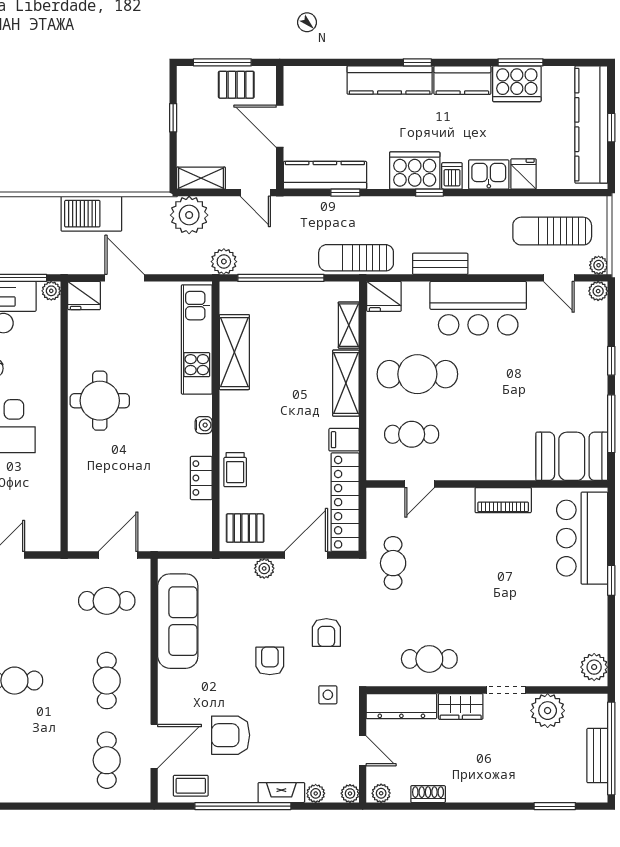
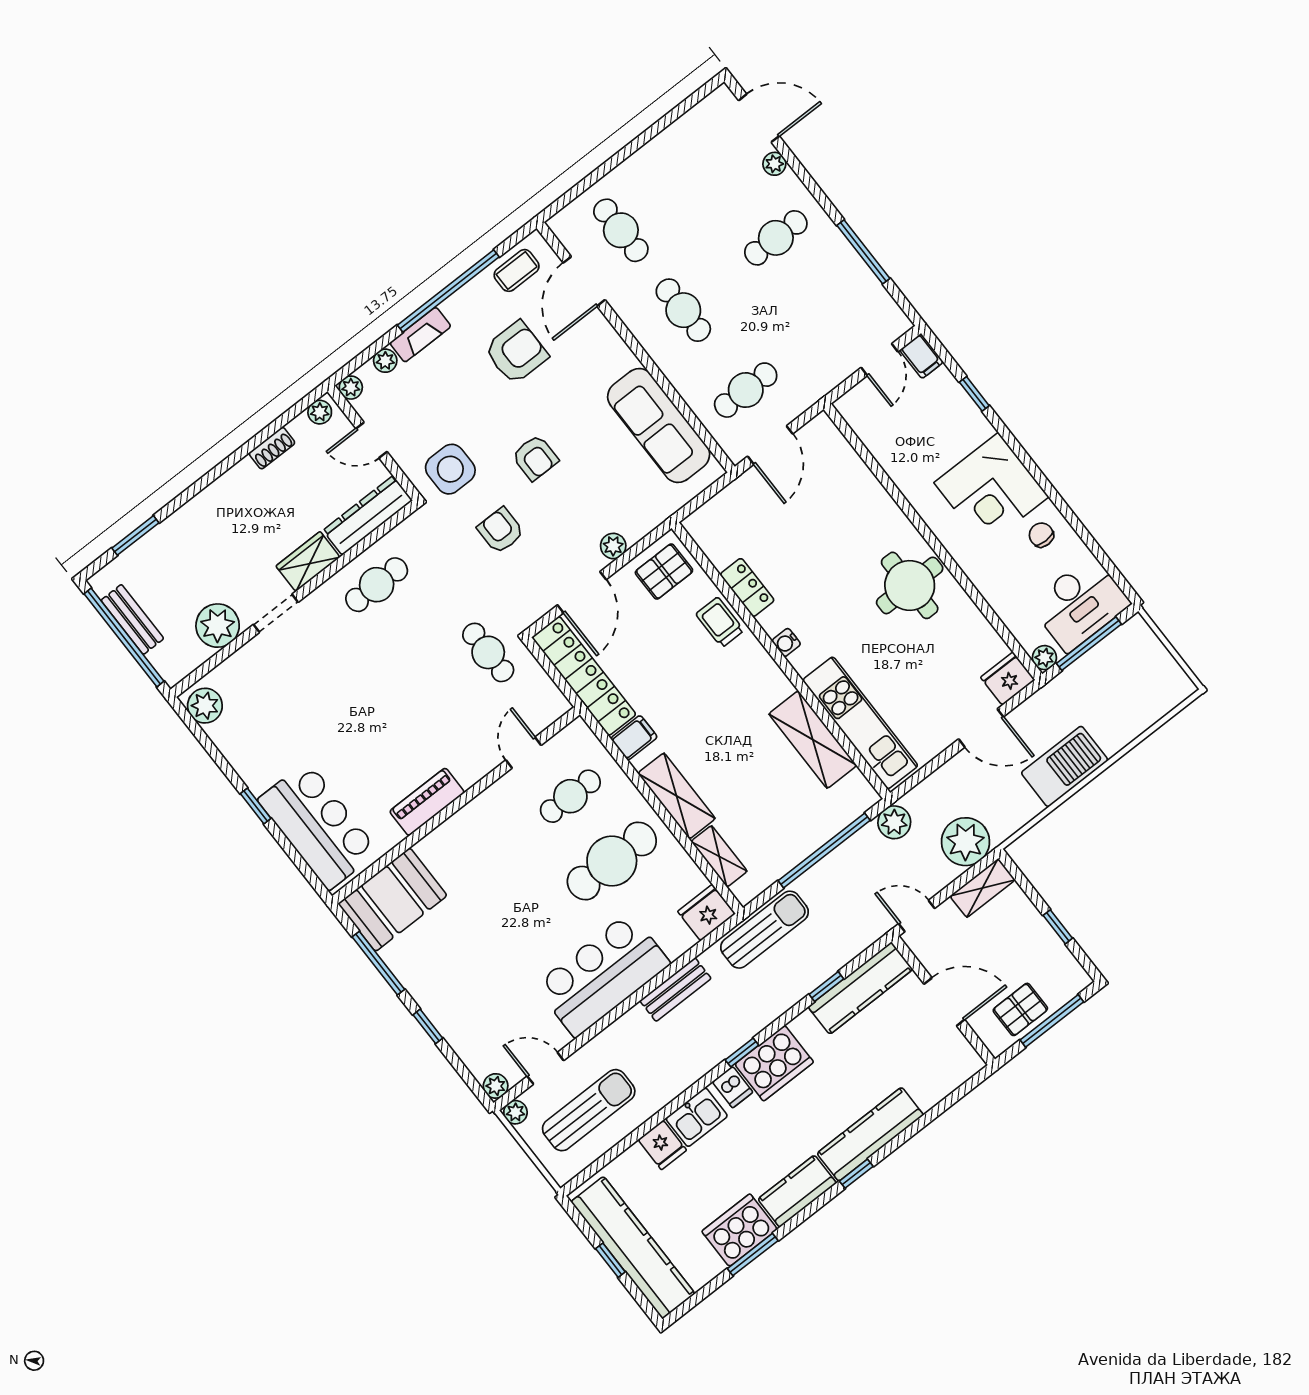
side table: (328, 695) -> (450, 469), width x1.87, depth x1.87

